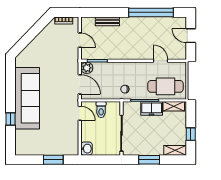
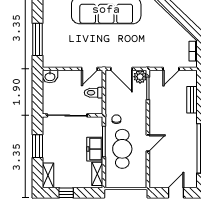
door: (161, 61) -> (148, 143), moved
door: (80, 84) -> (122, 69), hinge flipped
cafe table: (165, 86) -> (122, 149), moved
window: (53, 160) -> (38, 39), width x1.44

